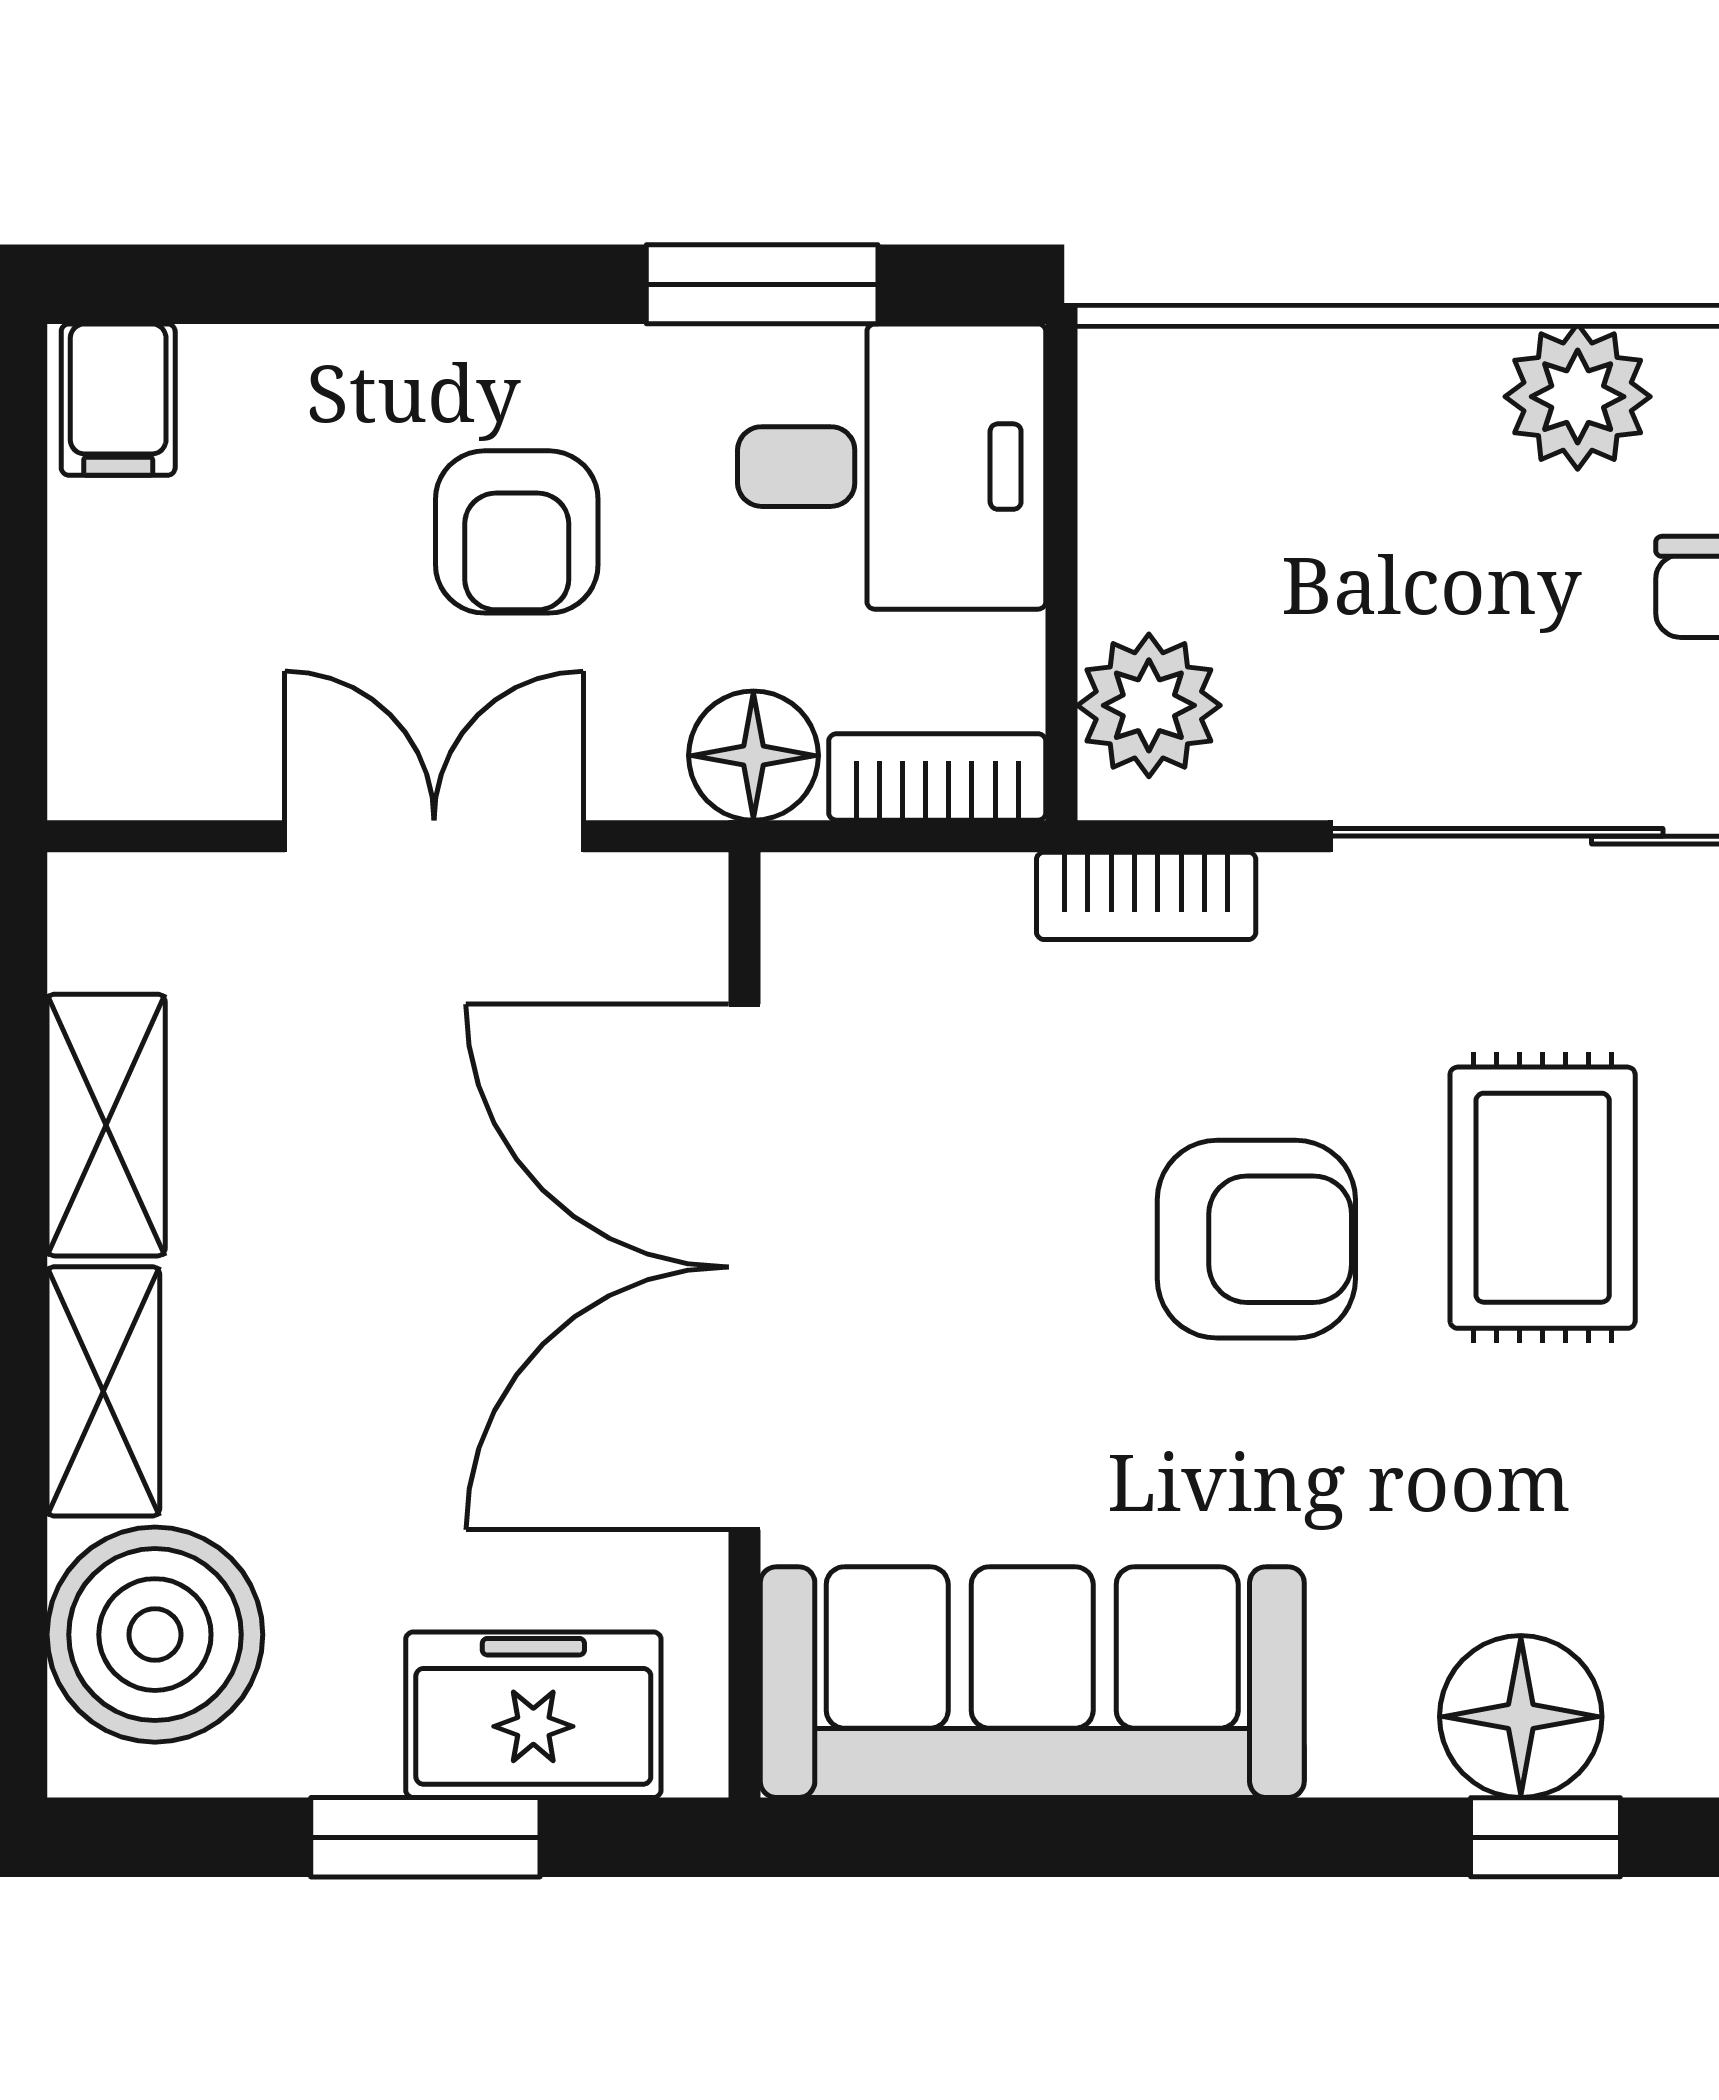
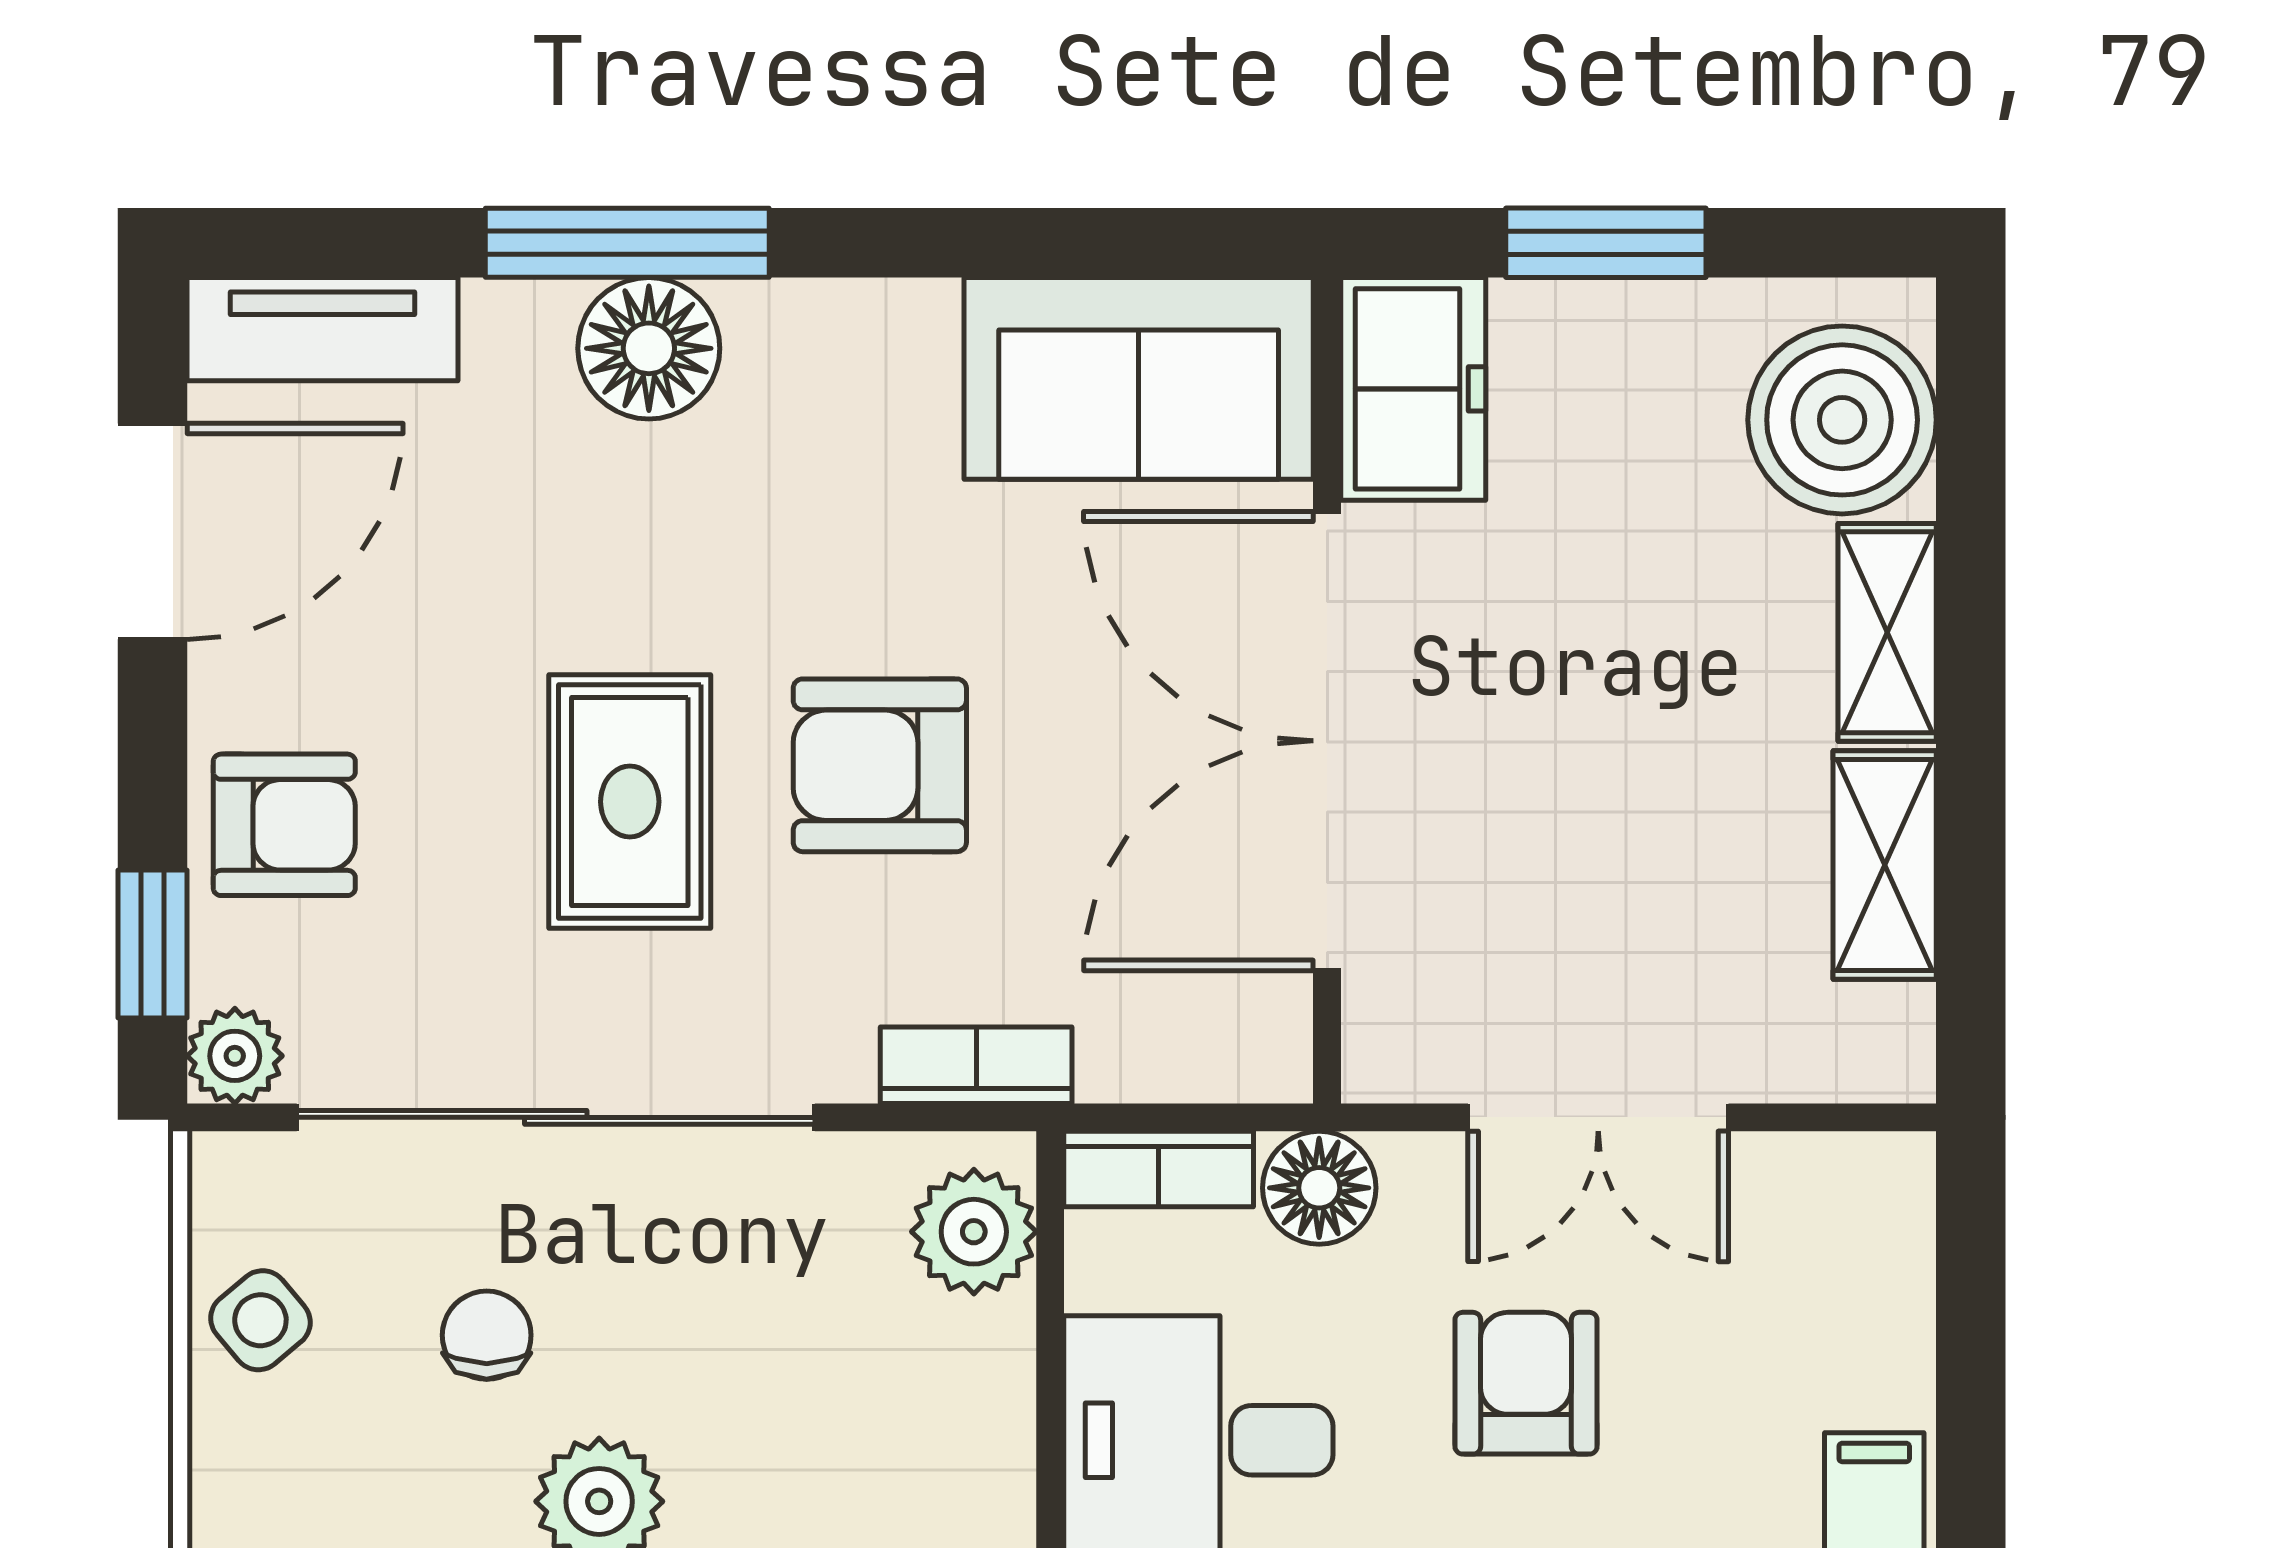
double door: (745, 1267) -> (1327, 741), swing flipped
sofa: (1032, 1682) -> (1139, 378), width x0.73
freezer: (533, 1715) -> (1413, 389), moved, turned -90
window: (1546, 1837) -> (627, 243), width x2.17

